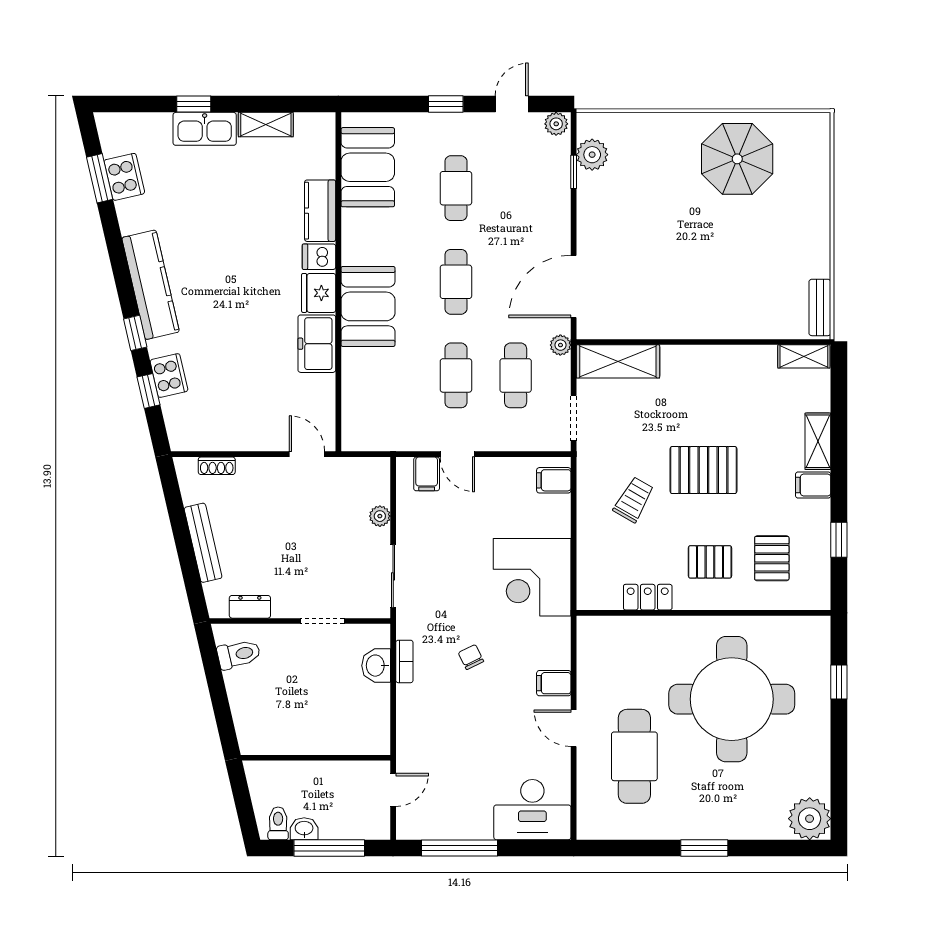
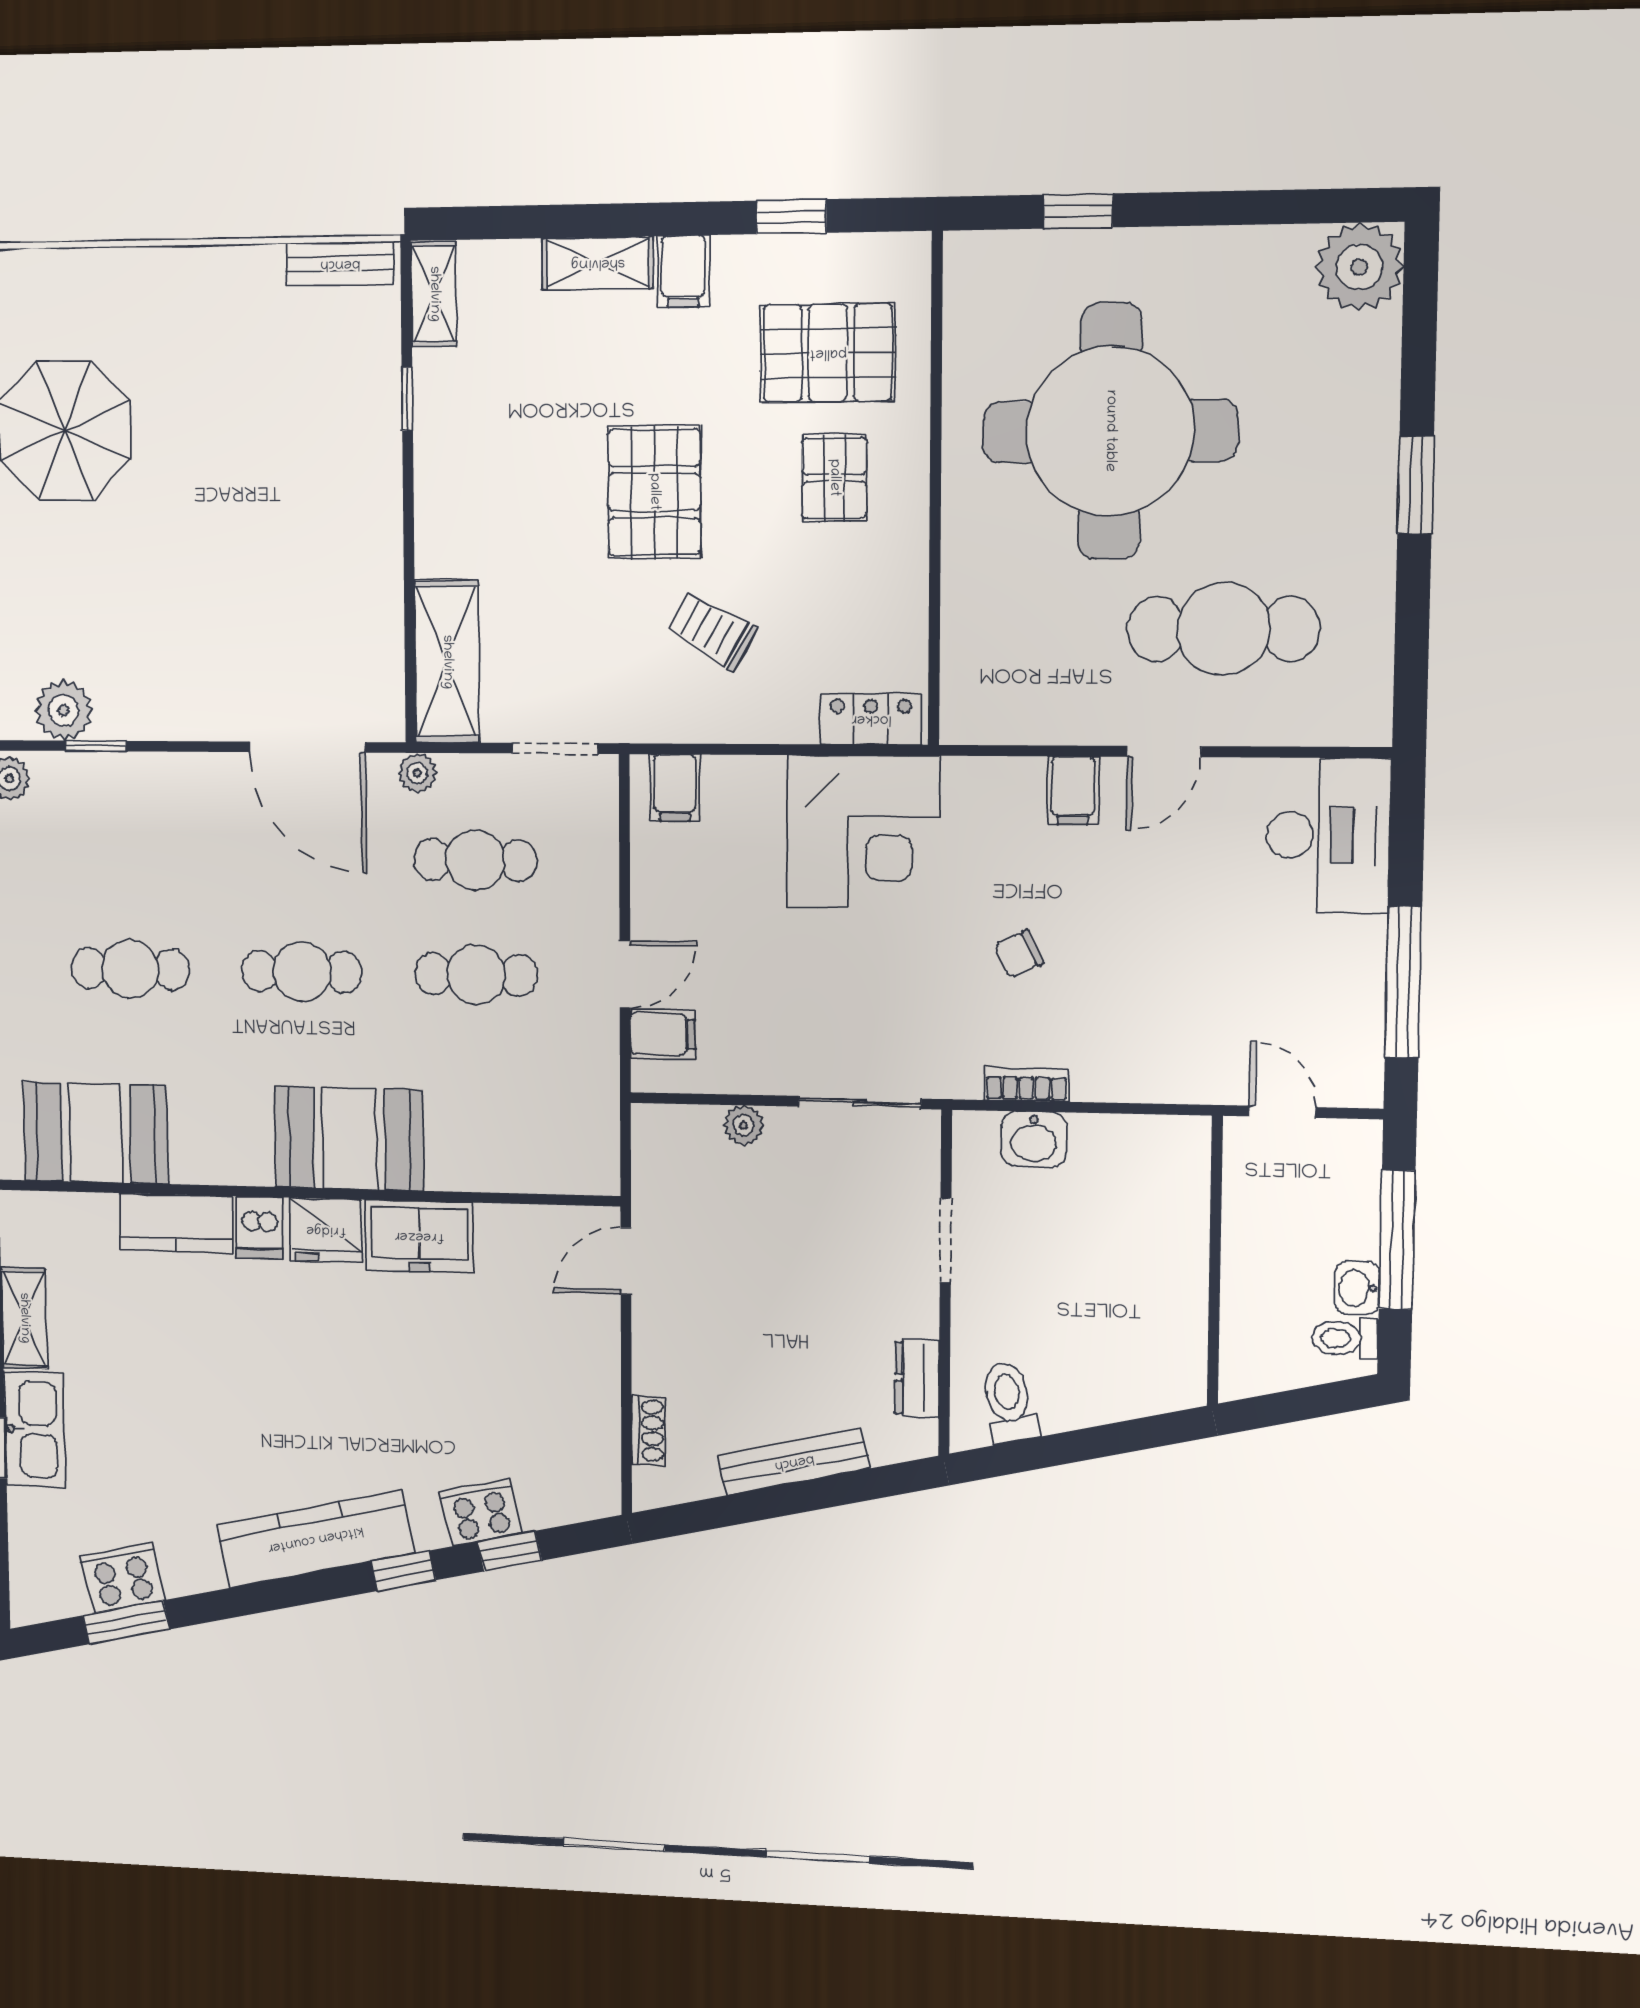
window: (751, 342) -> (407, 399), added
pallet: (772, 558) -> (828, 353), width x1.50, depth x1.42
locker: (648, 597) -> (871, 719), moved, turned 90

